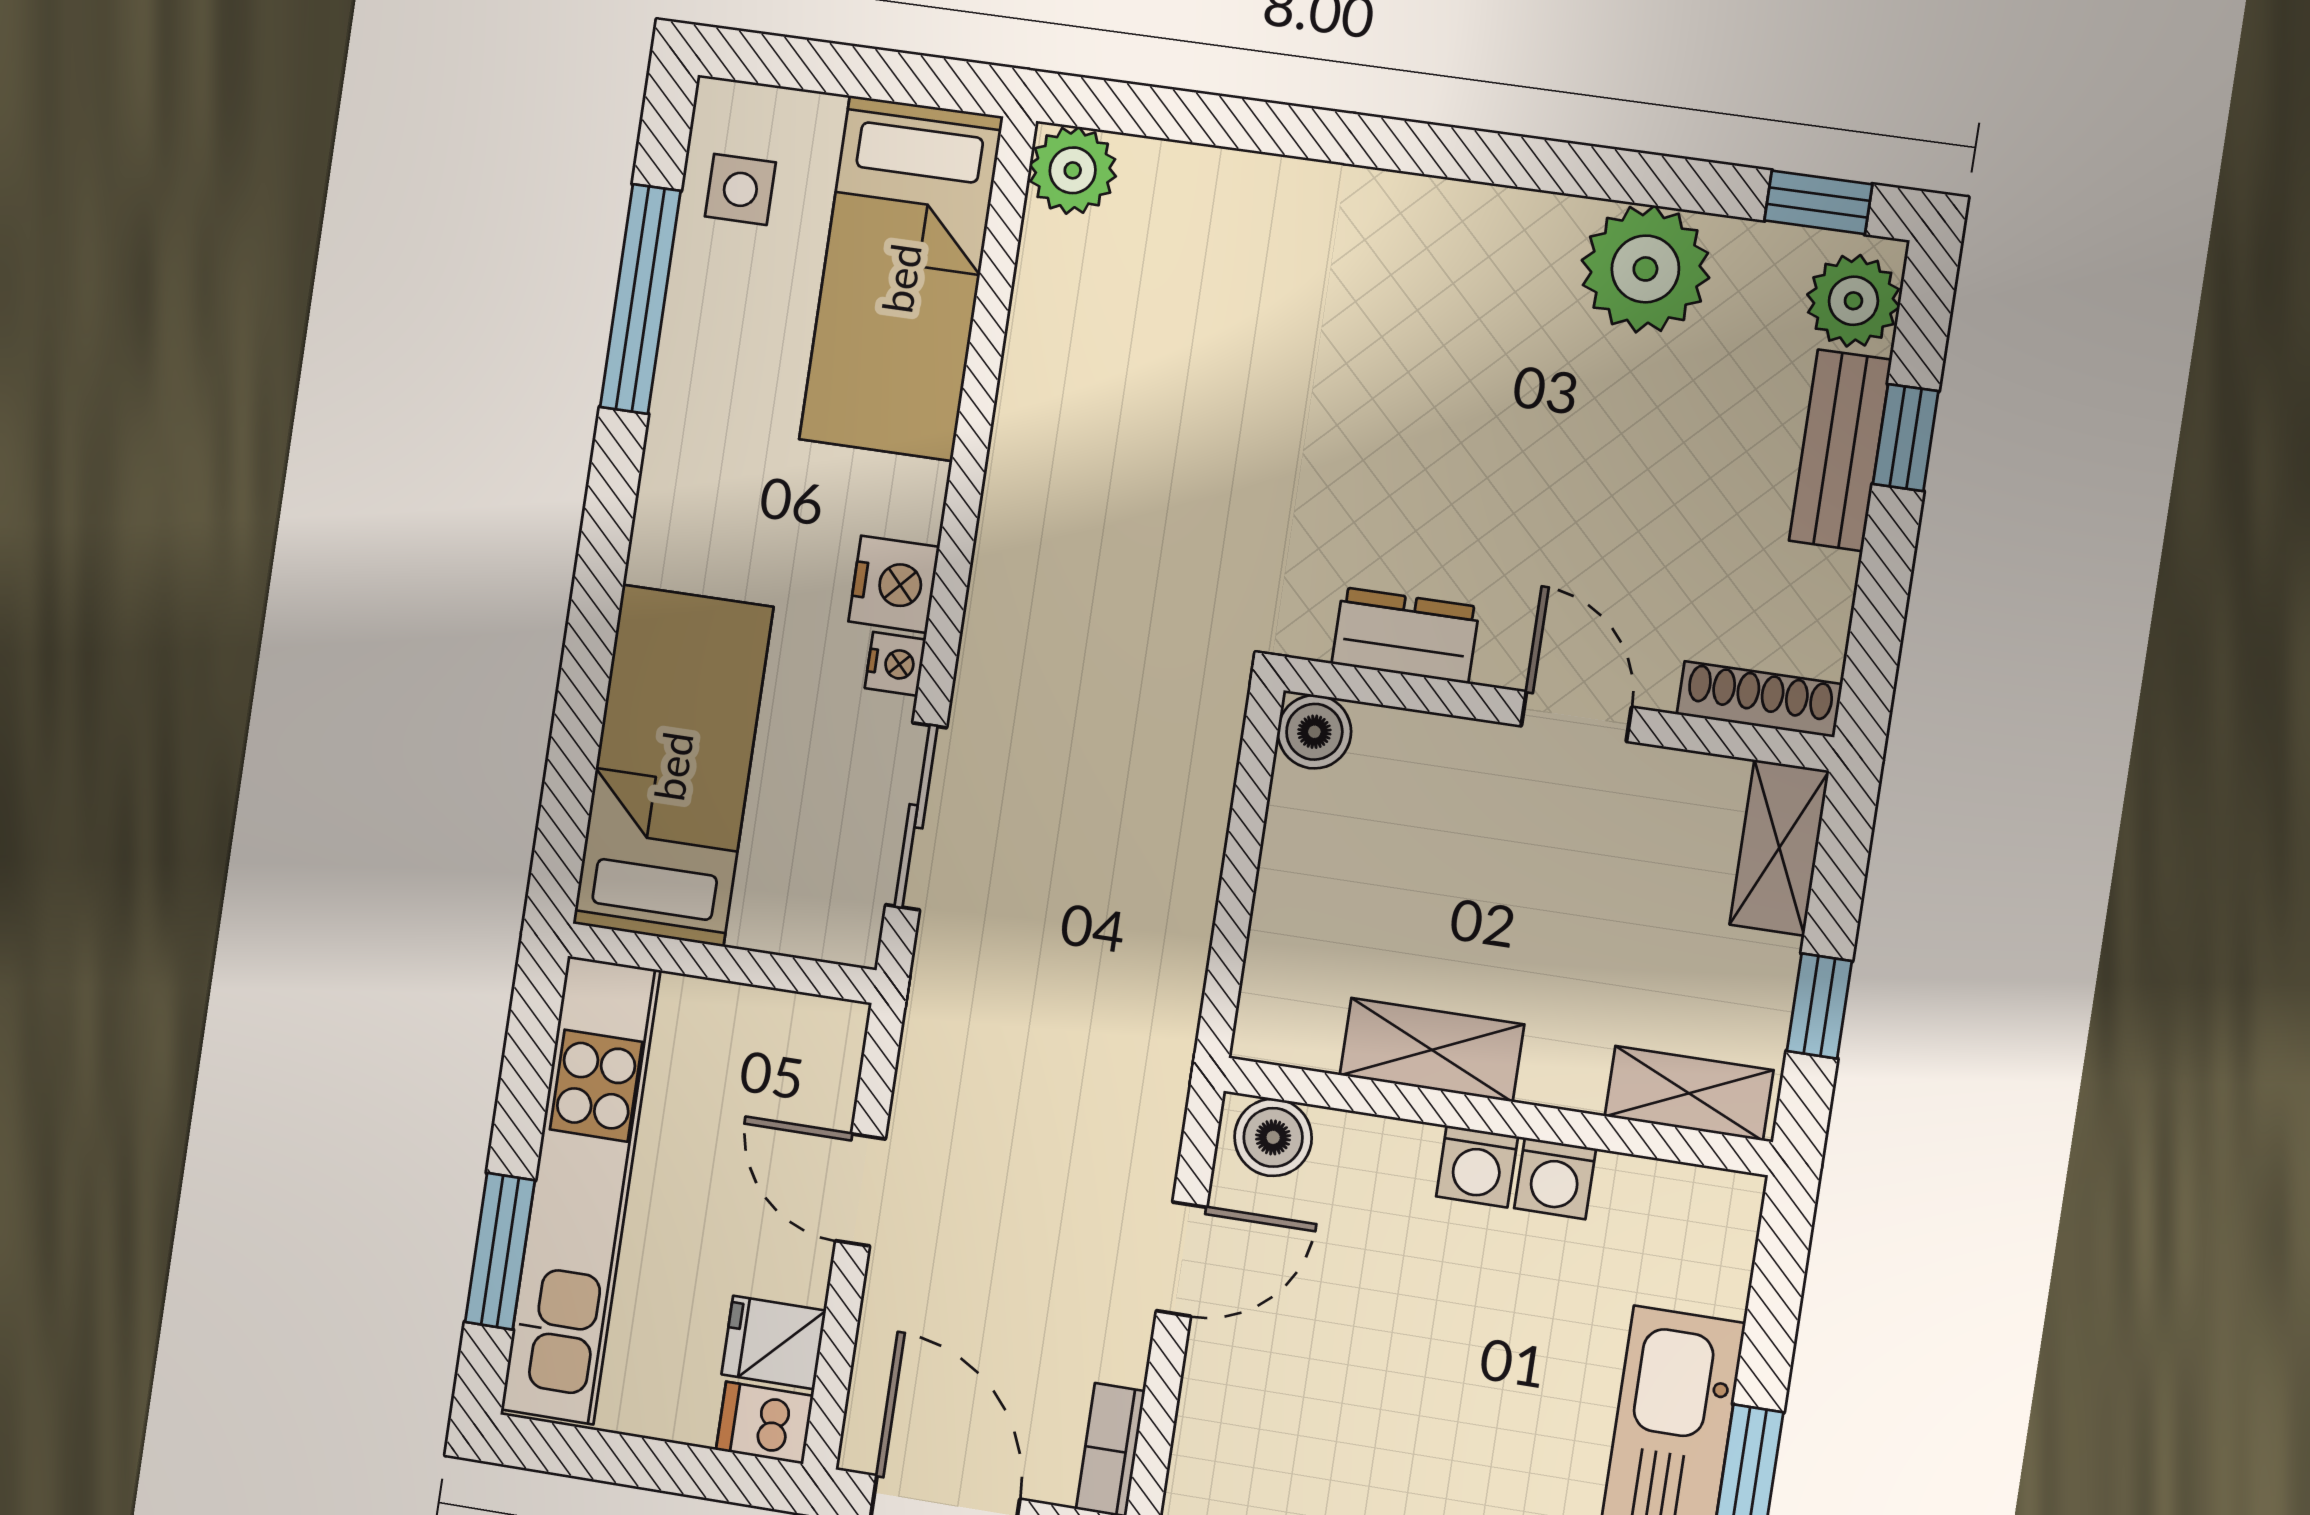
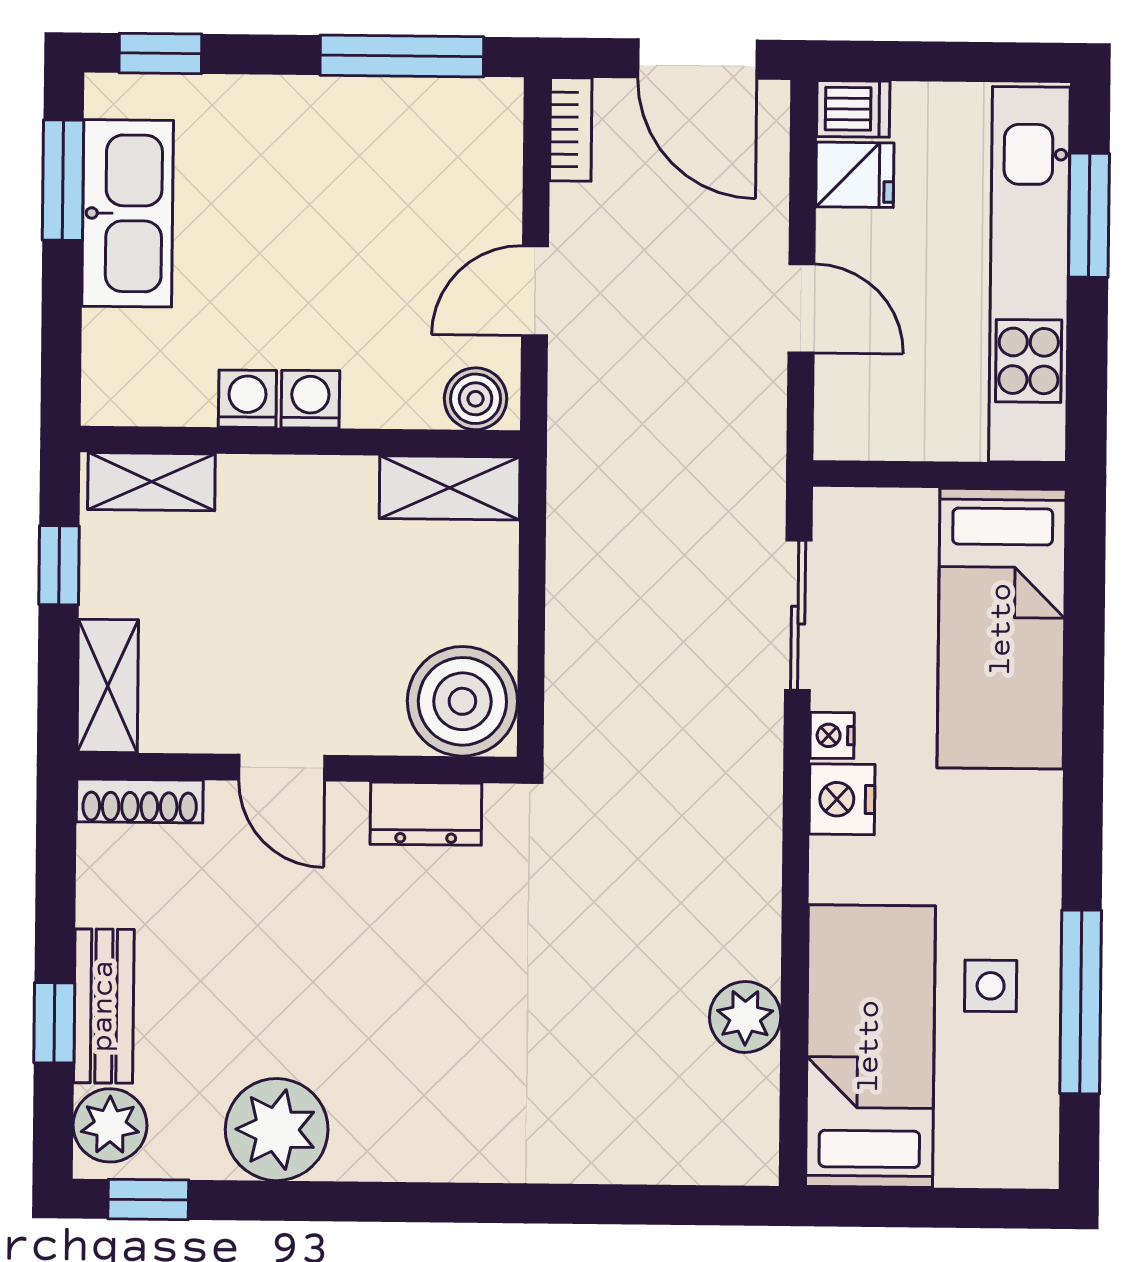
plant: (1073, 170) -> (745, 1017), moved
side table: (740, 189) -> (991, 986), moved
boiler: (1314, 732) -> (462, 701), width x1.86, depth x1.86
shelving: (1432, 1050) -> (450, 488), moved

